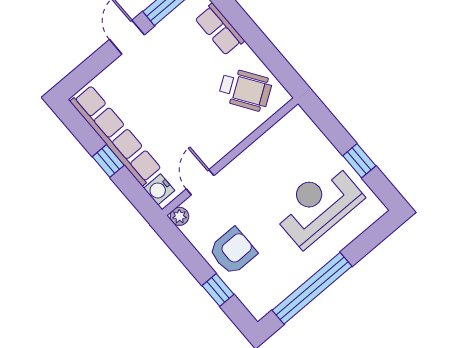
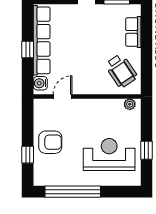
plant: (179, 216) -> (130, 104), moved

